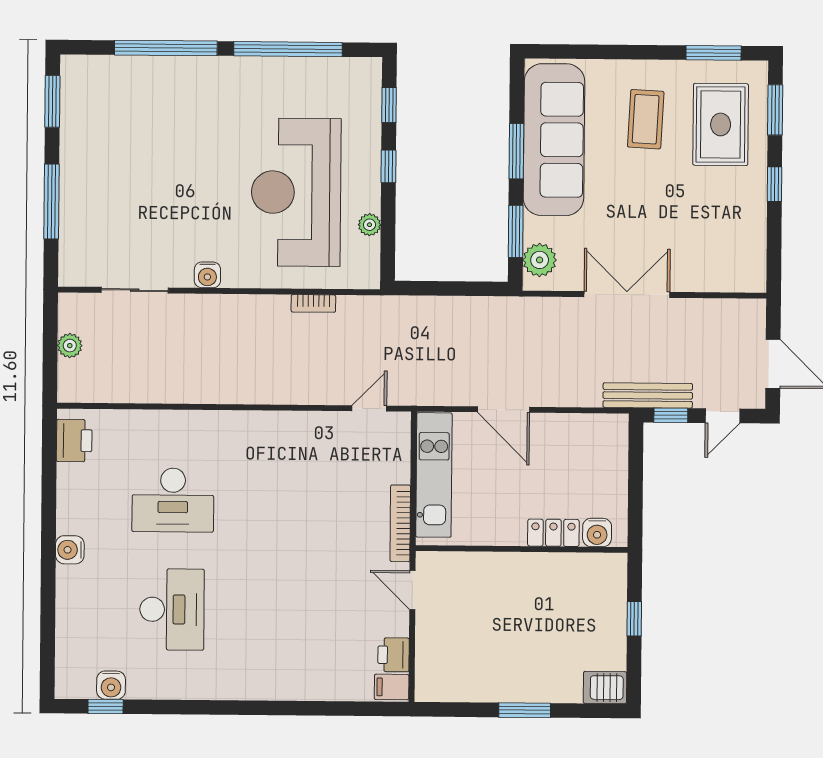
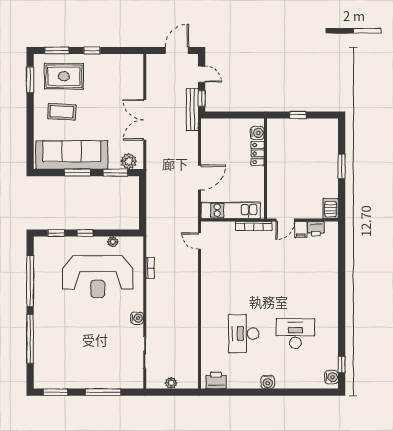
desk: (173, 500) -> (244, 334), turned 180
water cooler: (111, 685) -> (331, 377), moved
filing cabinet: (392, 687) -> (301, 229), moved
server rack: (605, 688) -> (331, 208), moved, turned 180

